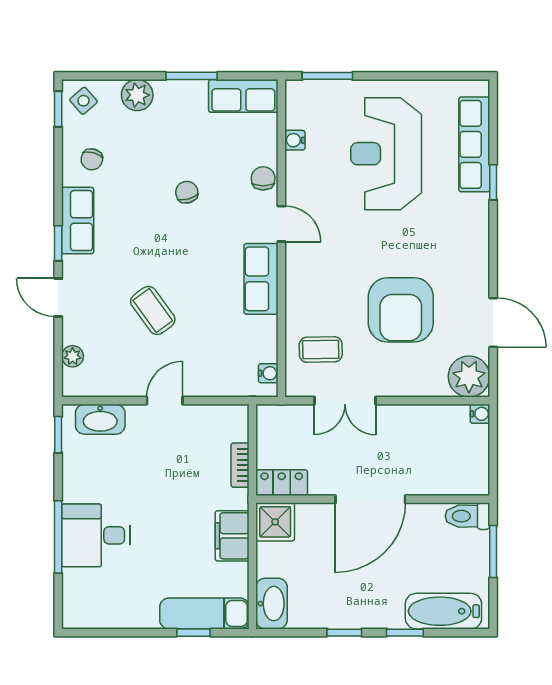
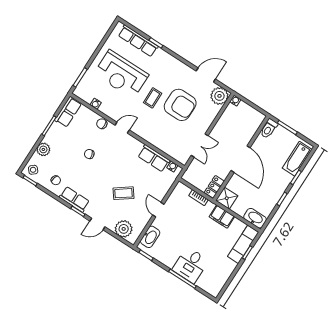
row of seats: (261, 279) -> (154, 158), moved
coffee table: (321, 349) -> (153, 98), moved
plant: (73, 356) -> (124, 229), width x1.88, depth x1.88

